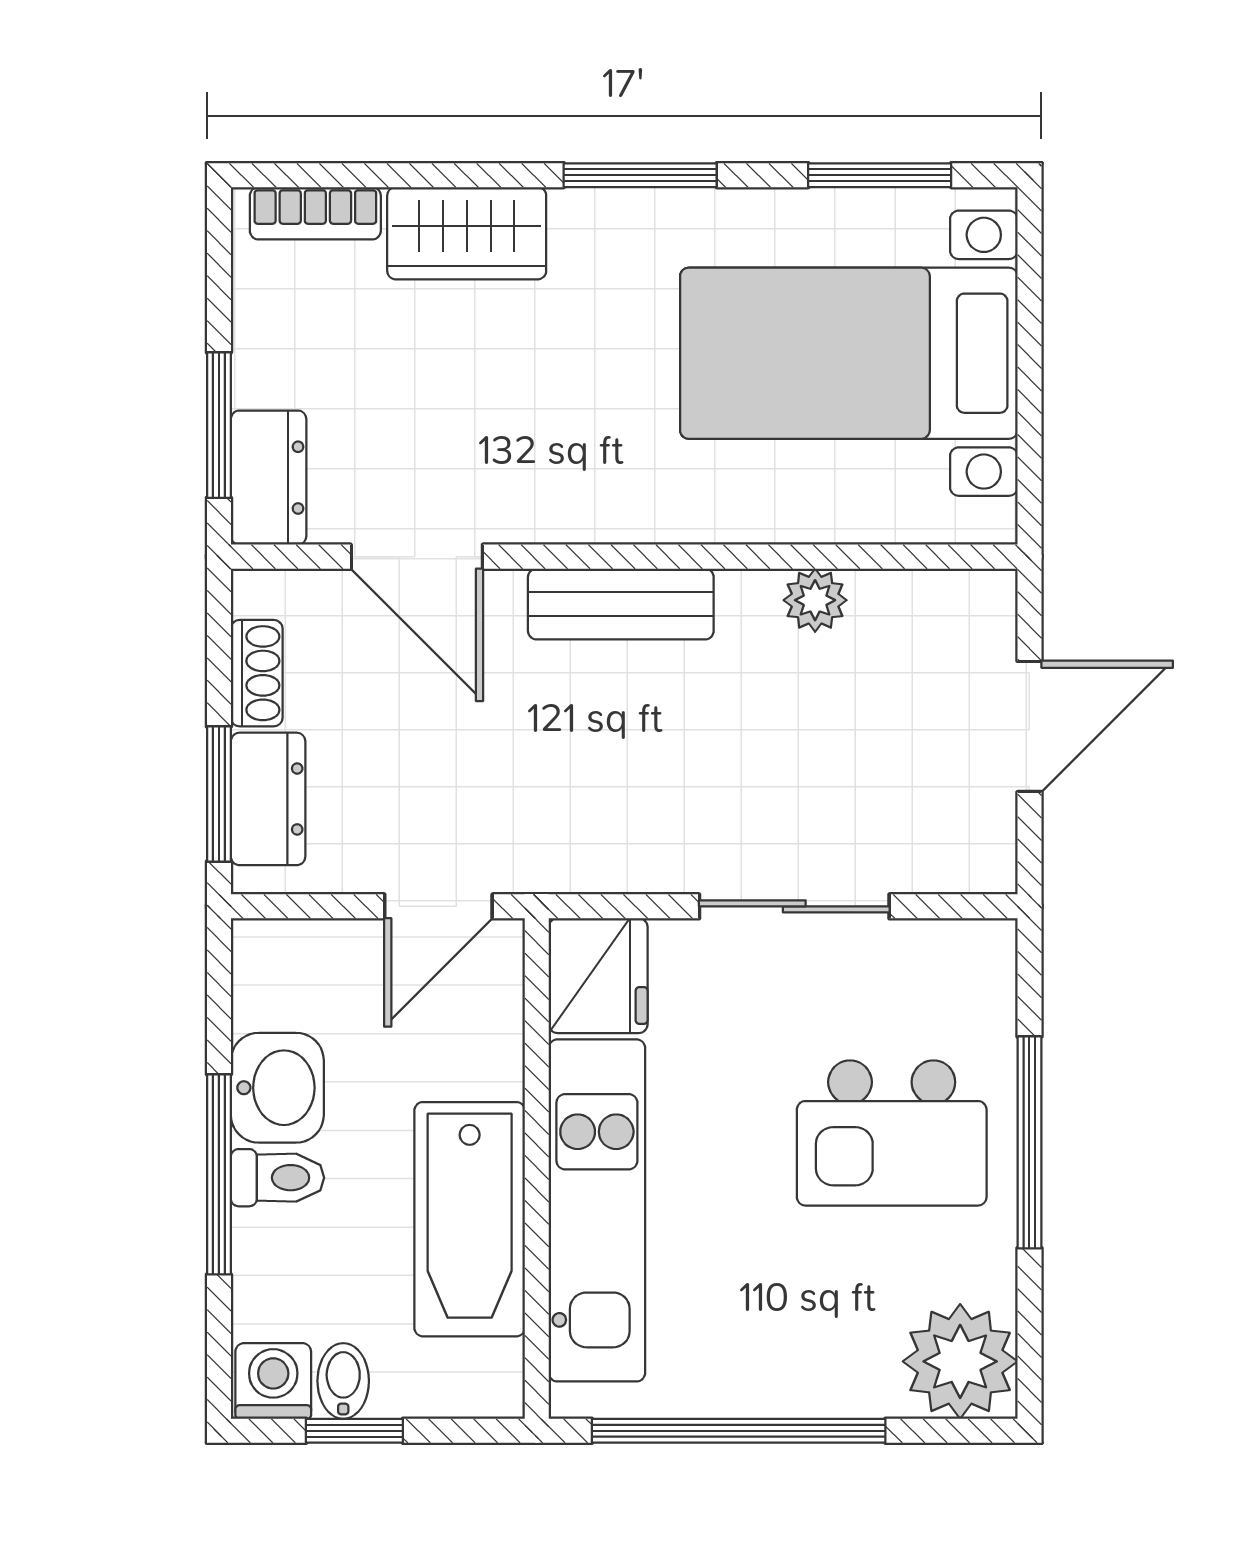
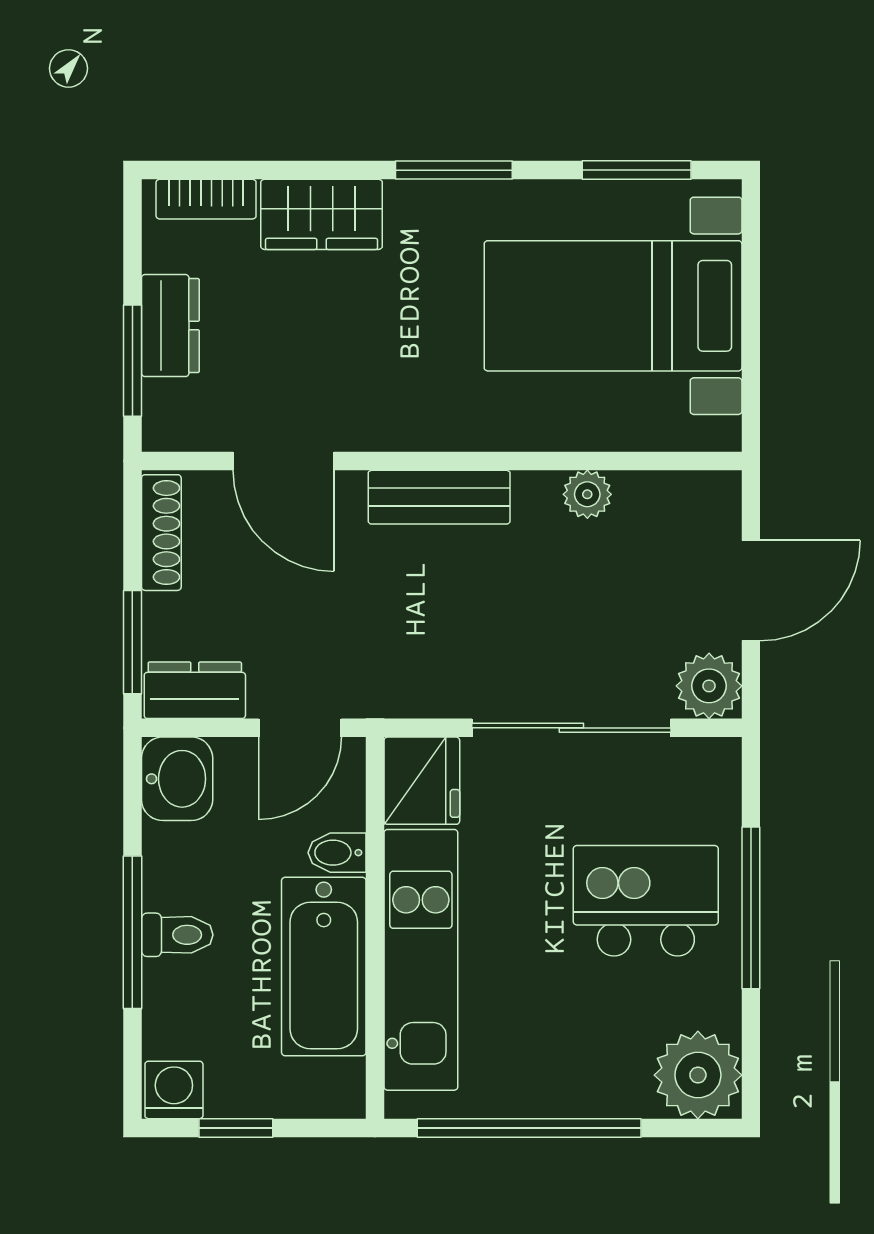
dresser: (269, 478) -> (170, 326), moved
shoe rack: (257, 673) -> (161, 533), width x1.43
dresser: (268, 799) -> (195, 690), moved, turned -90
plant: (975, 851) -> (709, 686), added
sliding door: (794, 906) -> (571, 728), width x1.37
washbasin: (277, 1088) -> (177, 779), moved
kitchen island: (892, 1133) -> (646, 901), turned 180
bidet: (343, 1381) -> (337, 853), moved, turned -90

